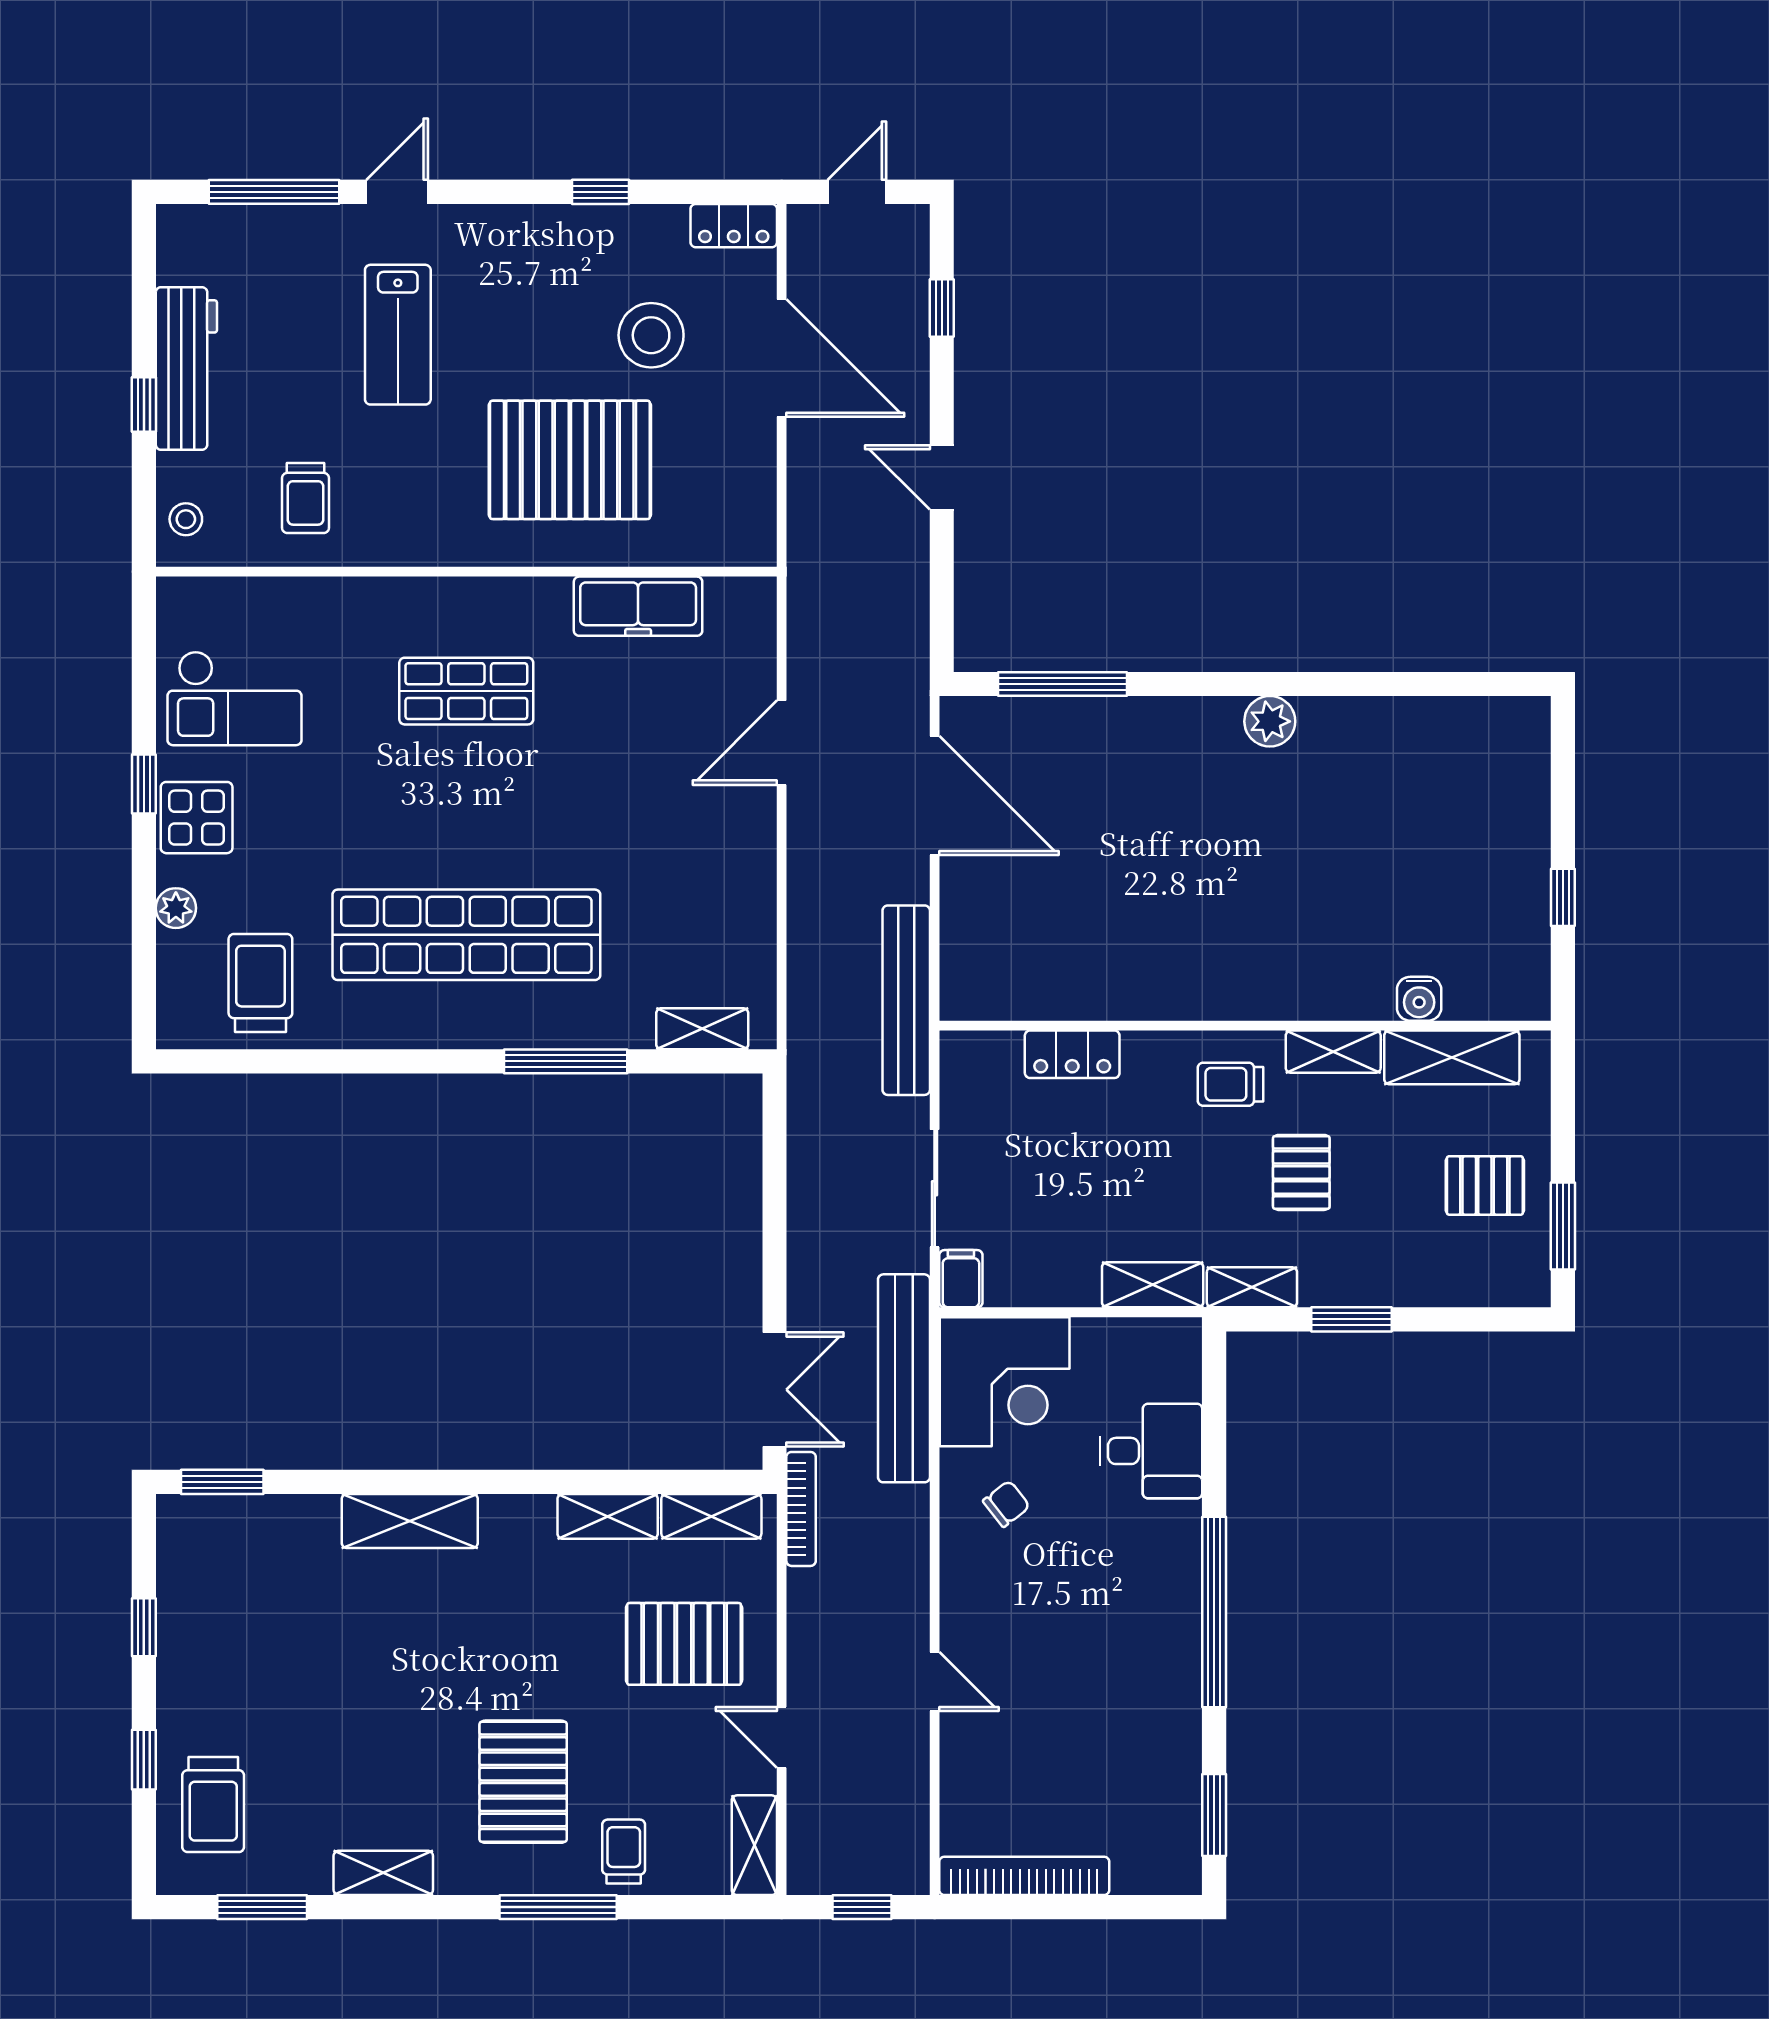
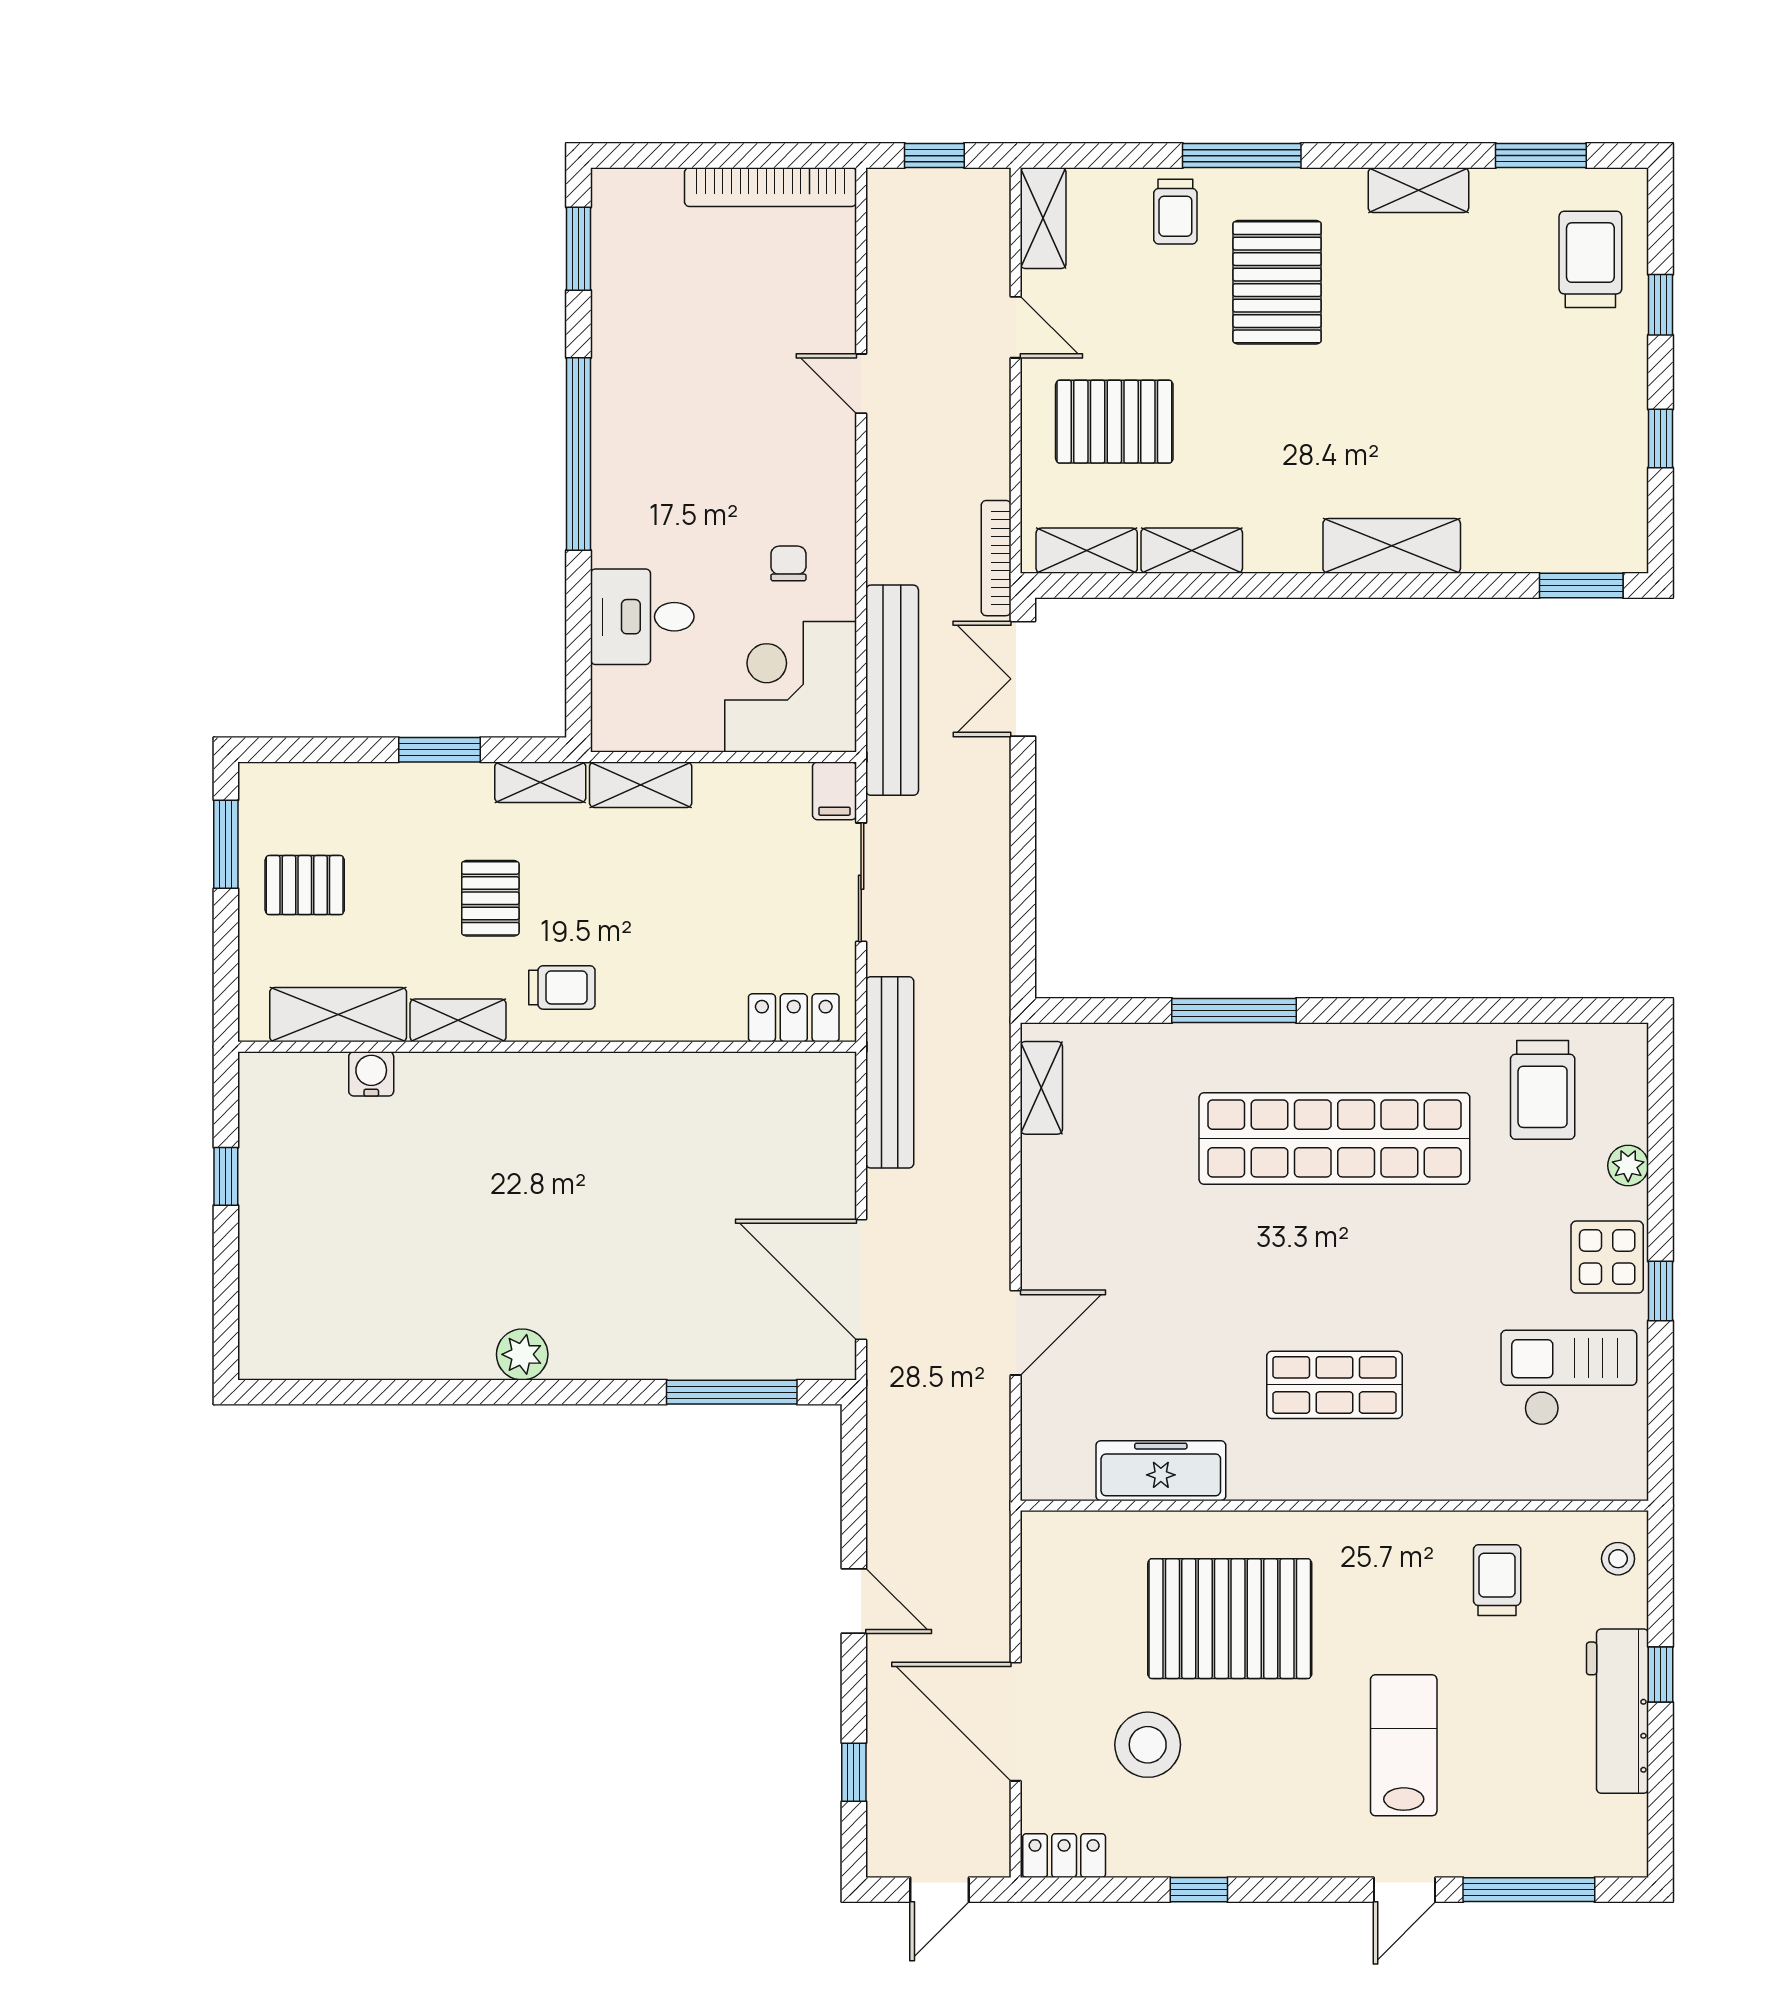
shelving: (702, 1029) -> (1041, 1088), moved, turned 90
locker: (1072, 1054) -> (794, 1018), moved
chair: (1006, 1504) -> (788, 563), turned 128

